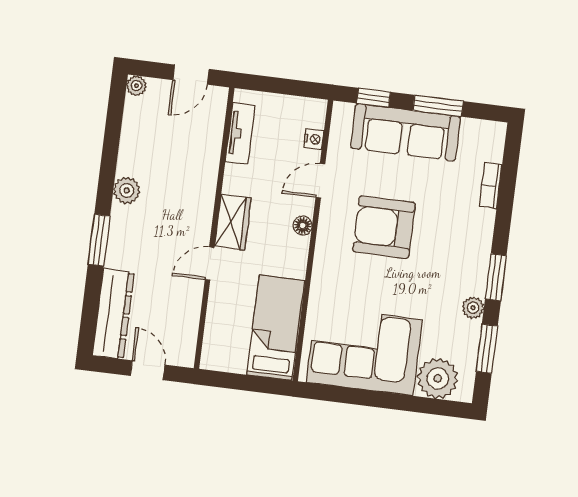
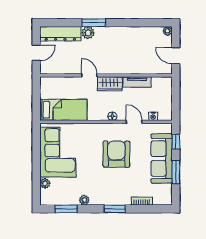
tv unit: (240, 133) -> (137, 82), moved
plant: (127, 190) -> (88, 33), moved
window: (496, 277) -> (115, 209), moved
plant: (438, 378) -> (45, 183), width x0.53, depth x0.53

